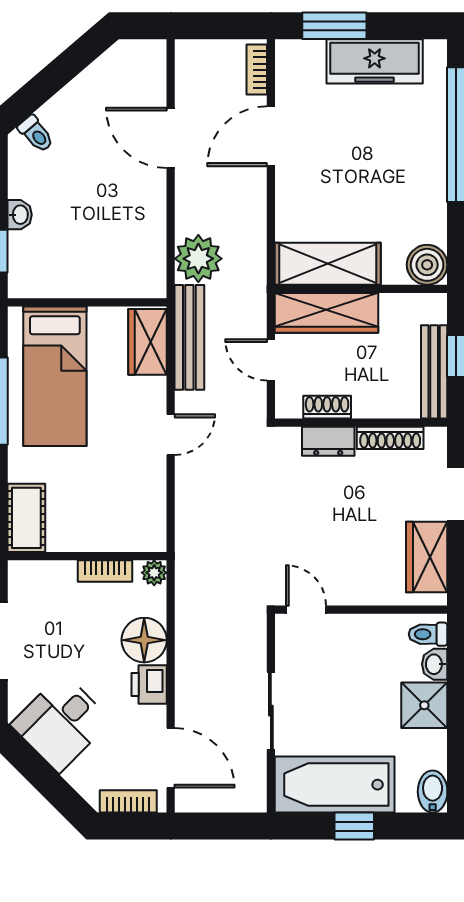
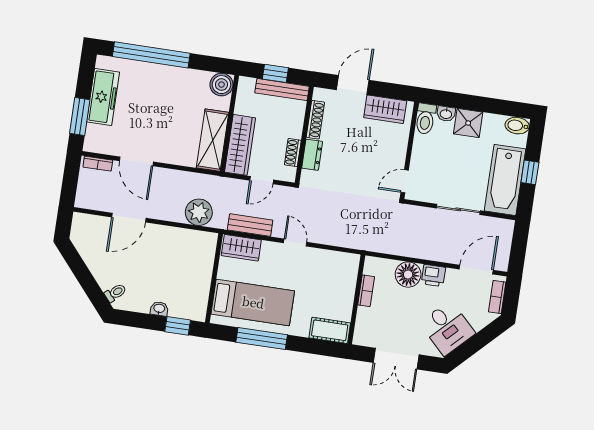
bench: (189, 337) -> (250, 225), width x0.73
plant: (154, 573) -> (371, 263), removed
toilet: (428, 634) -> (425, 119), width x1.37, depth x1.39

